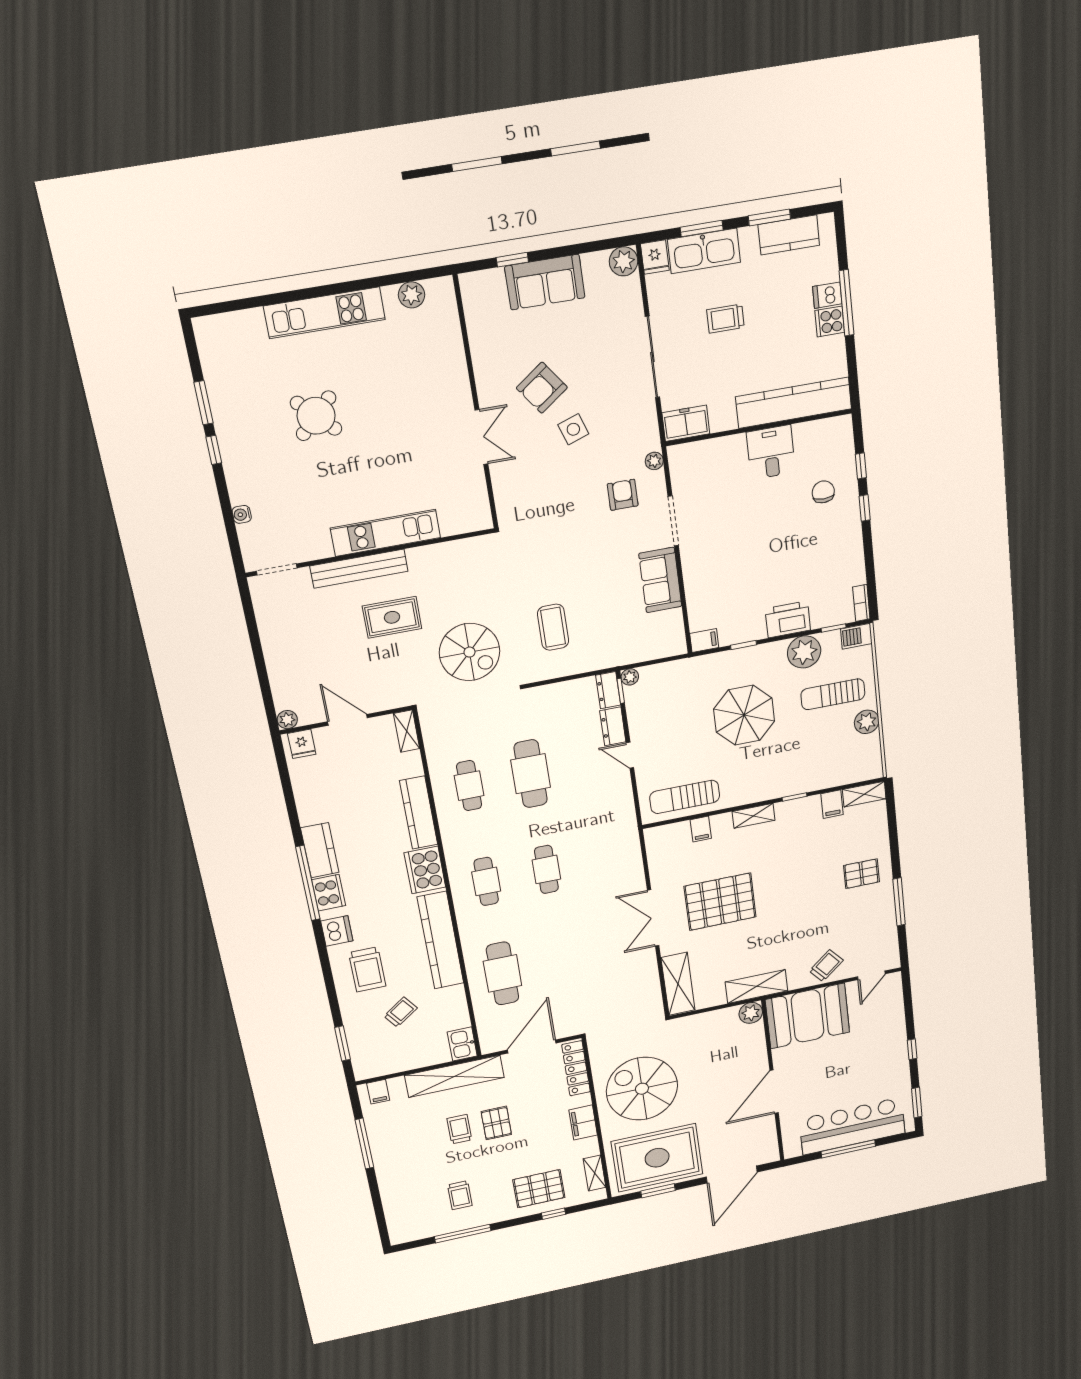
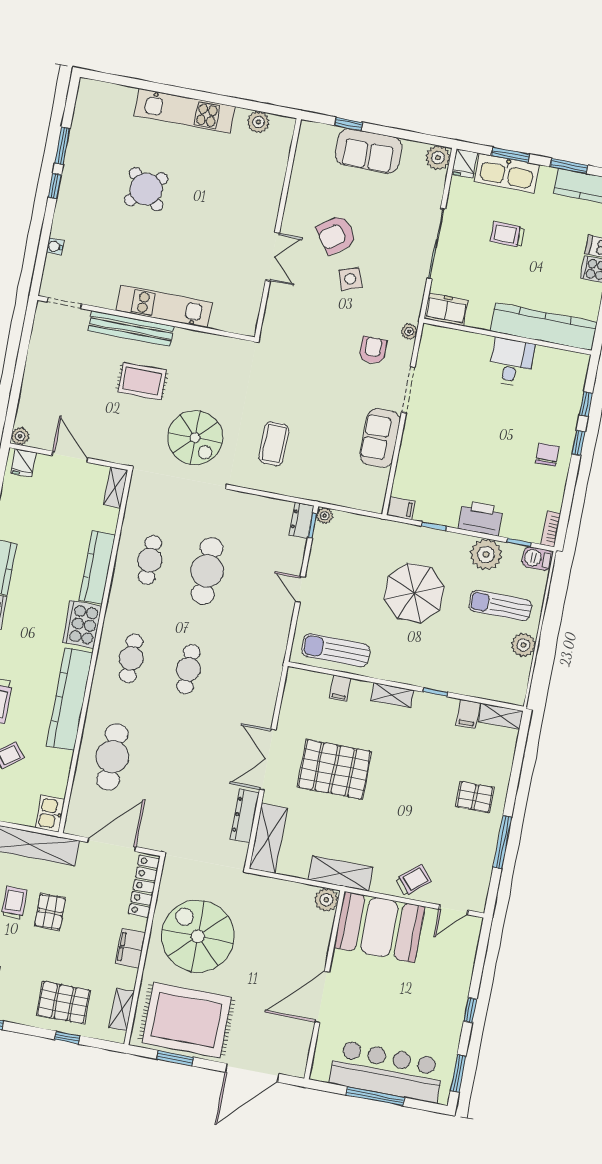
chair: (823, 492) -> (547, 455), moved
dresser: (613, 726) -> (245, 816), moved, width x1.44

